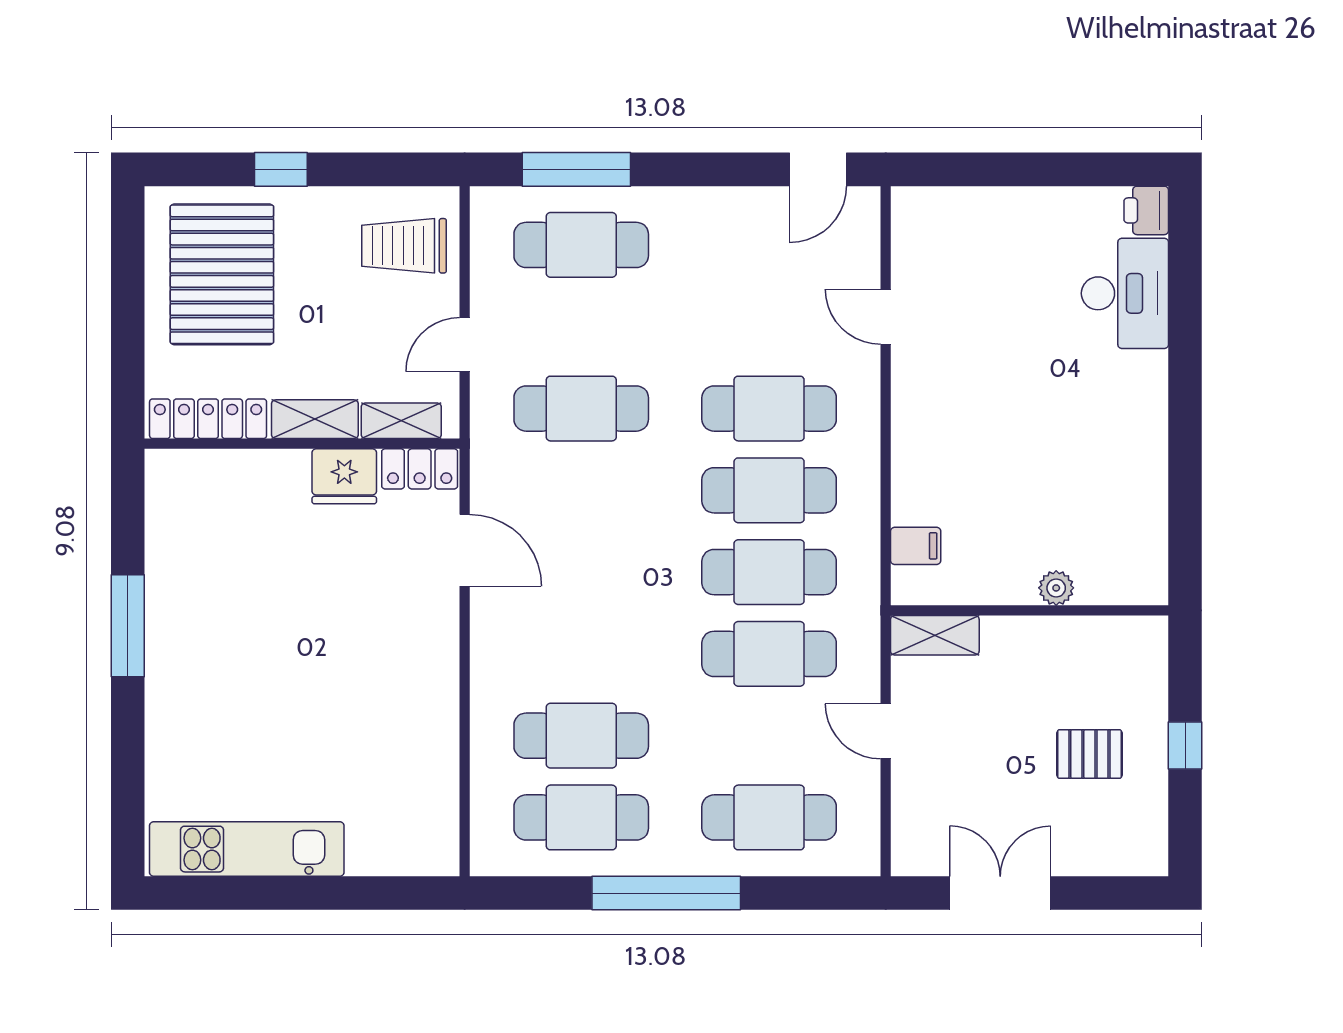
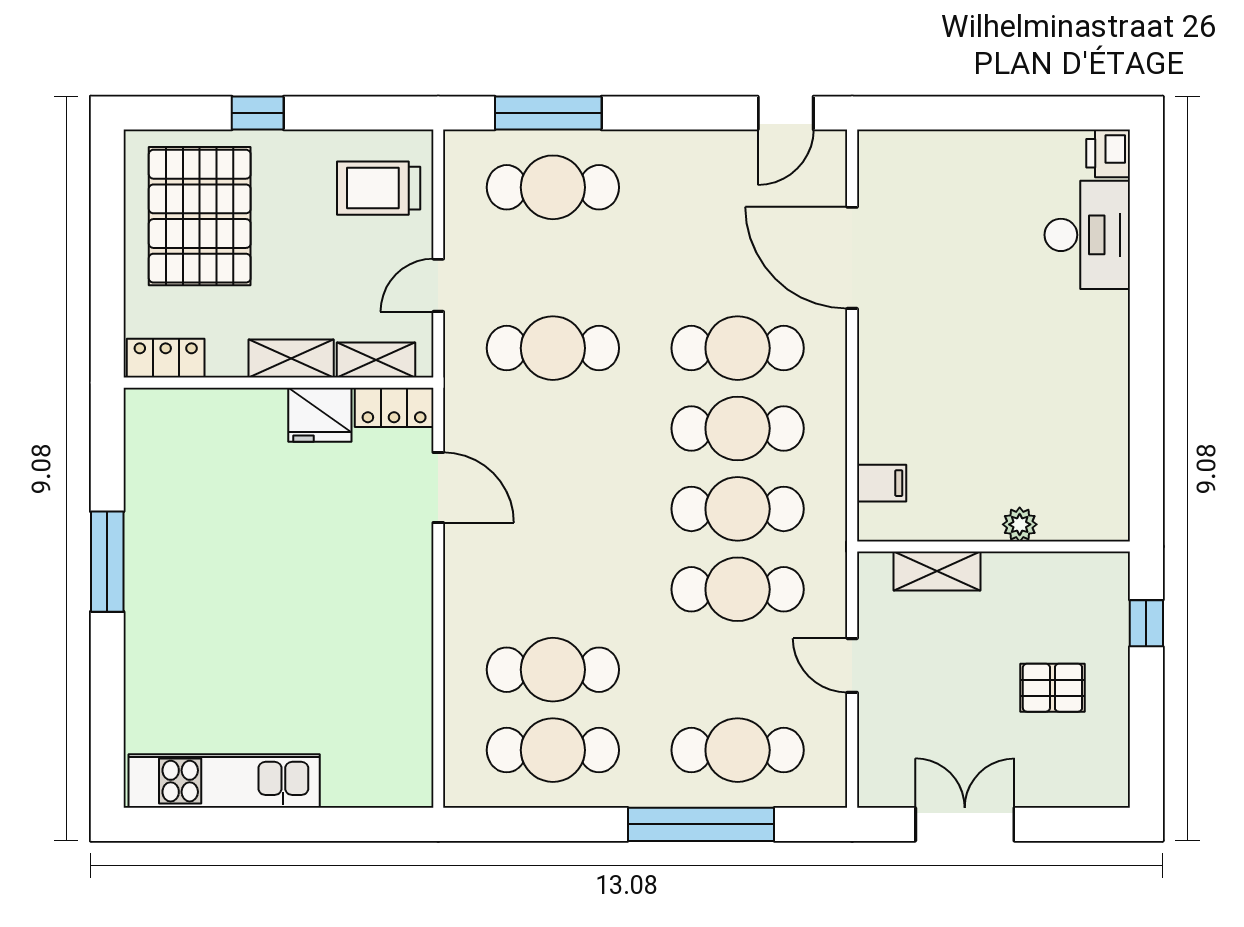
door: (886, 317) -> (852, 258), width x1.88
locker: (208, 419) -> (166, 358), width x0.66
shelving: (935, 635) -> (937, 571), moved
window: (1185, 745) -> (1146, 623), moved
window: (666, 893) -> (701, 824), moved

